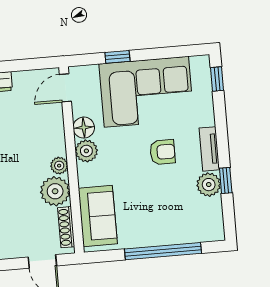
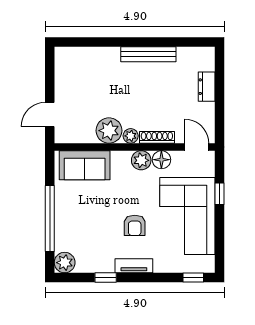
plant: (209, 185) -> (65, 263), moved
shoe rack: (66, 227) -> (157, 137), moved

